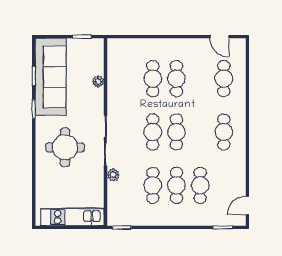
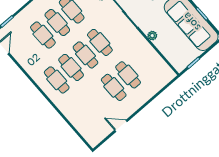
door: (219, 37) -> (121, 126), moved
cafe table: (224, 79) -> (71, 67), moved
plant: (98, 81) -> (152, 36), moved

